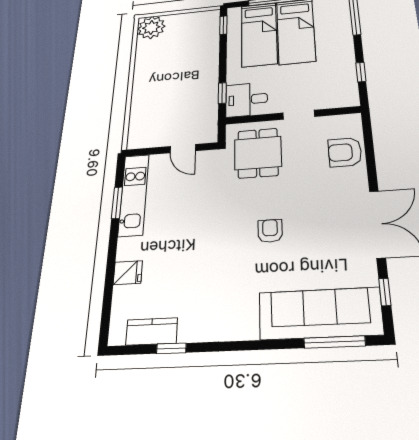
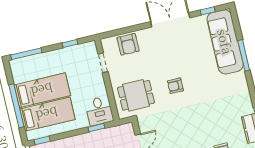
doorway: (299, 115) -> (103, 63), moved
armchair: (270, 231) -> (175, 86), moved
window: (334, 342) -> (244, 55), moved

